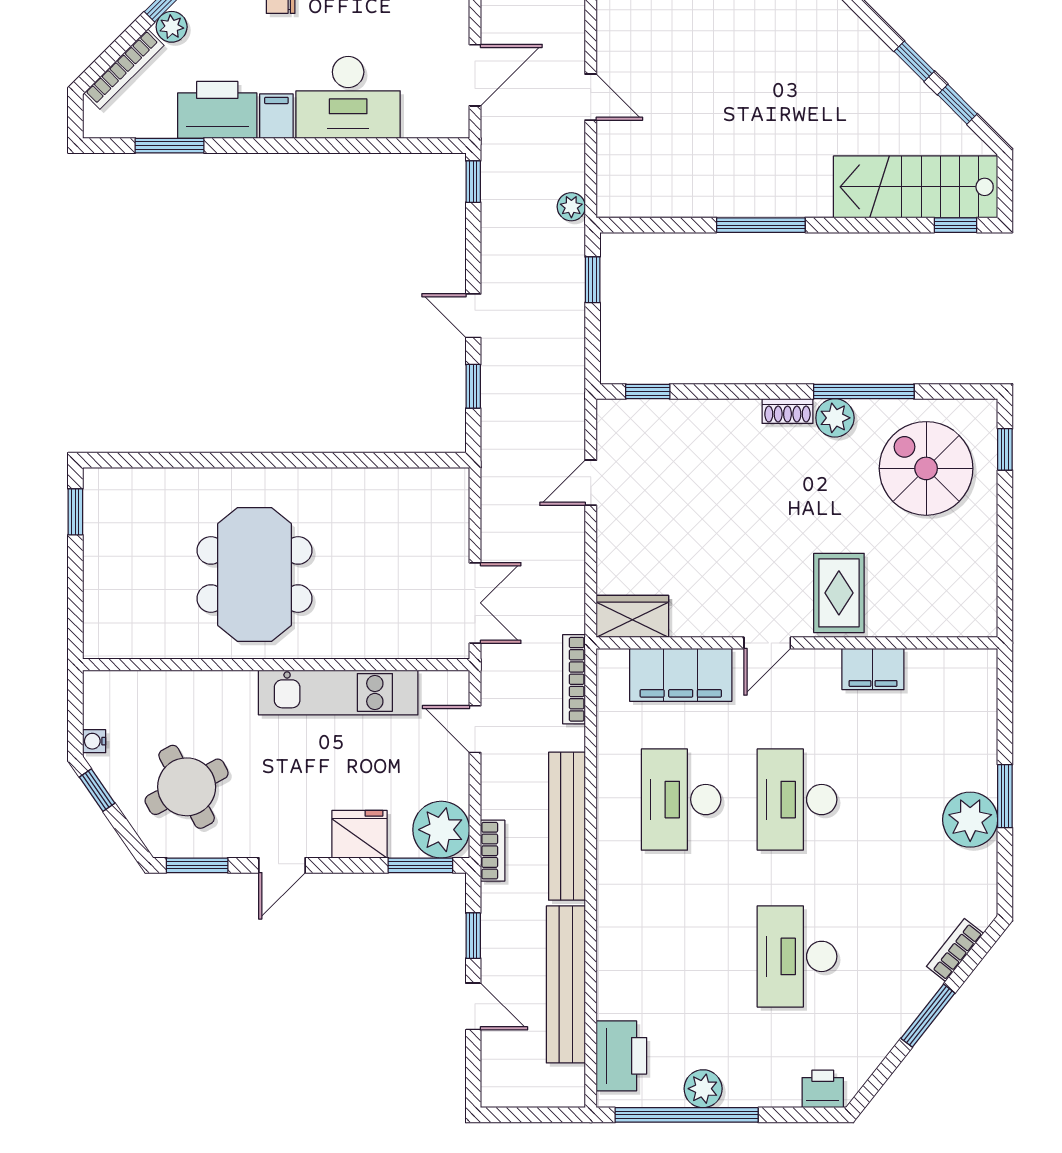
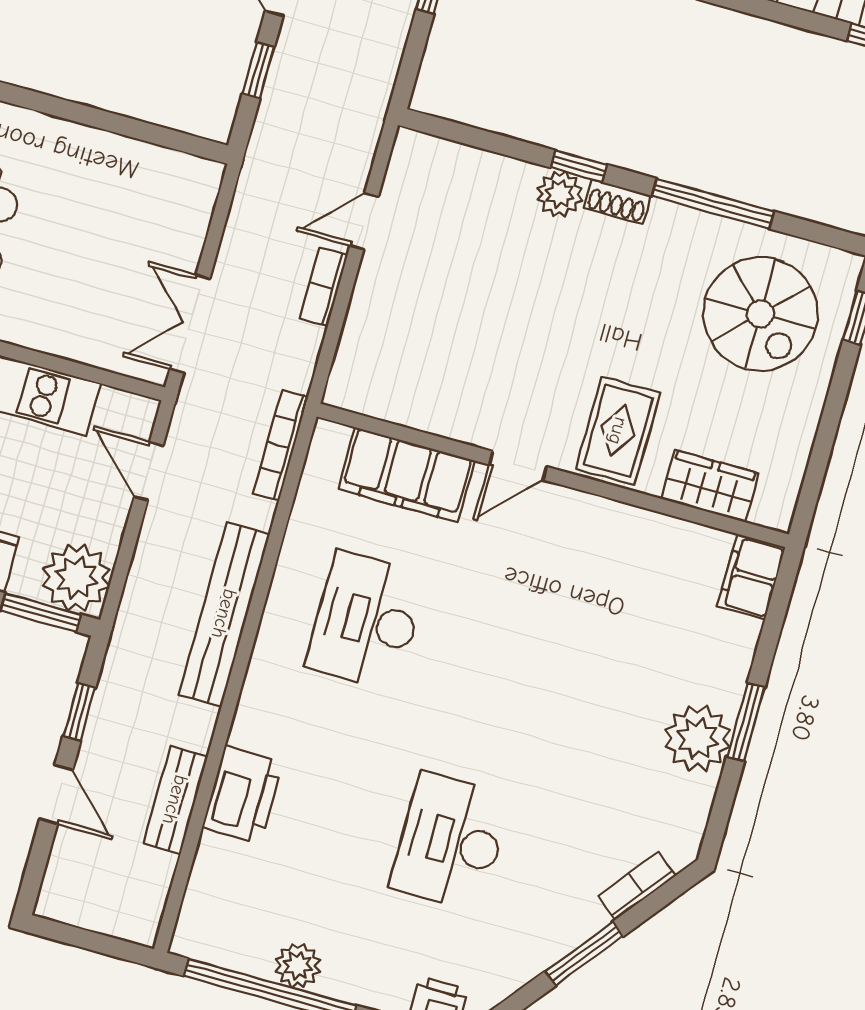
window: (648, 391) -> (579, 166), moved
plant: (835, 418) -> (560, 194), moved
spiral stairs: (926, 468) -> (760, 314), turned 180
double door: (475, 603) -> (190, 324), swing flipped
wardrobe: (632, 616) -> (710, 486), moved
filing cabinet: (873, 669) -> (751, 577), moved, turned 90
desk: (797, 800) -> (502, 658), removed
bookcase: (493, 851) -> (324, 287), moved, turned 180
bench: (566, 984) -> (175, 800), width x0.54, depth x0.82
printer: (621, 1056) -> (243, 795), moved

